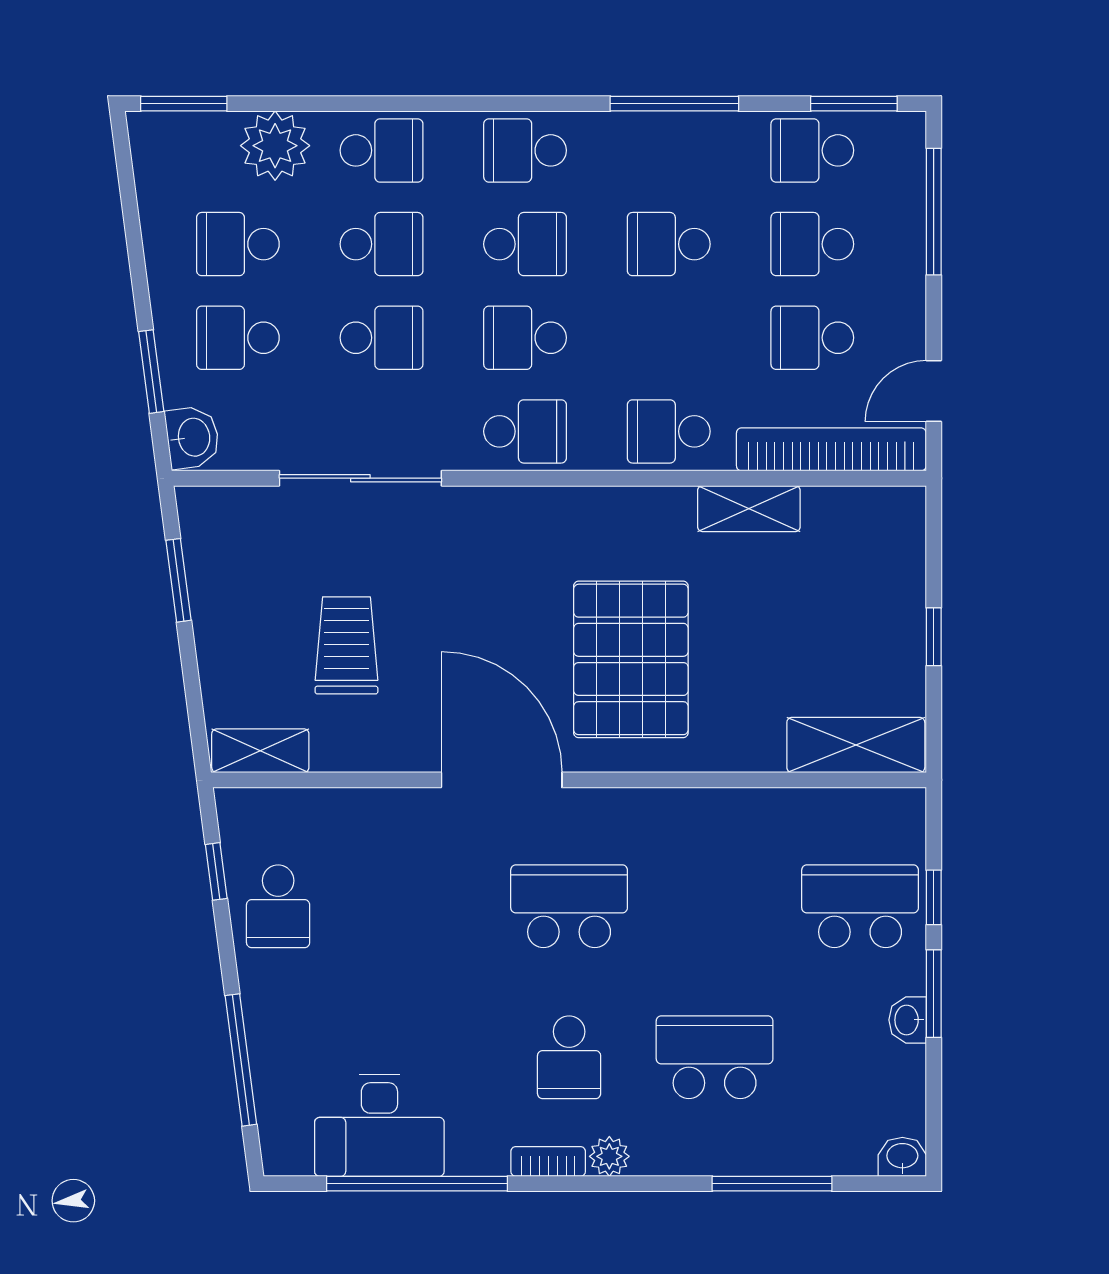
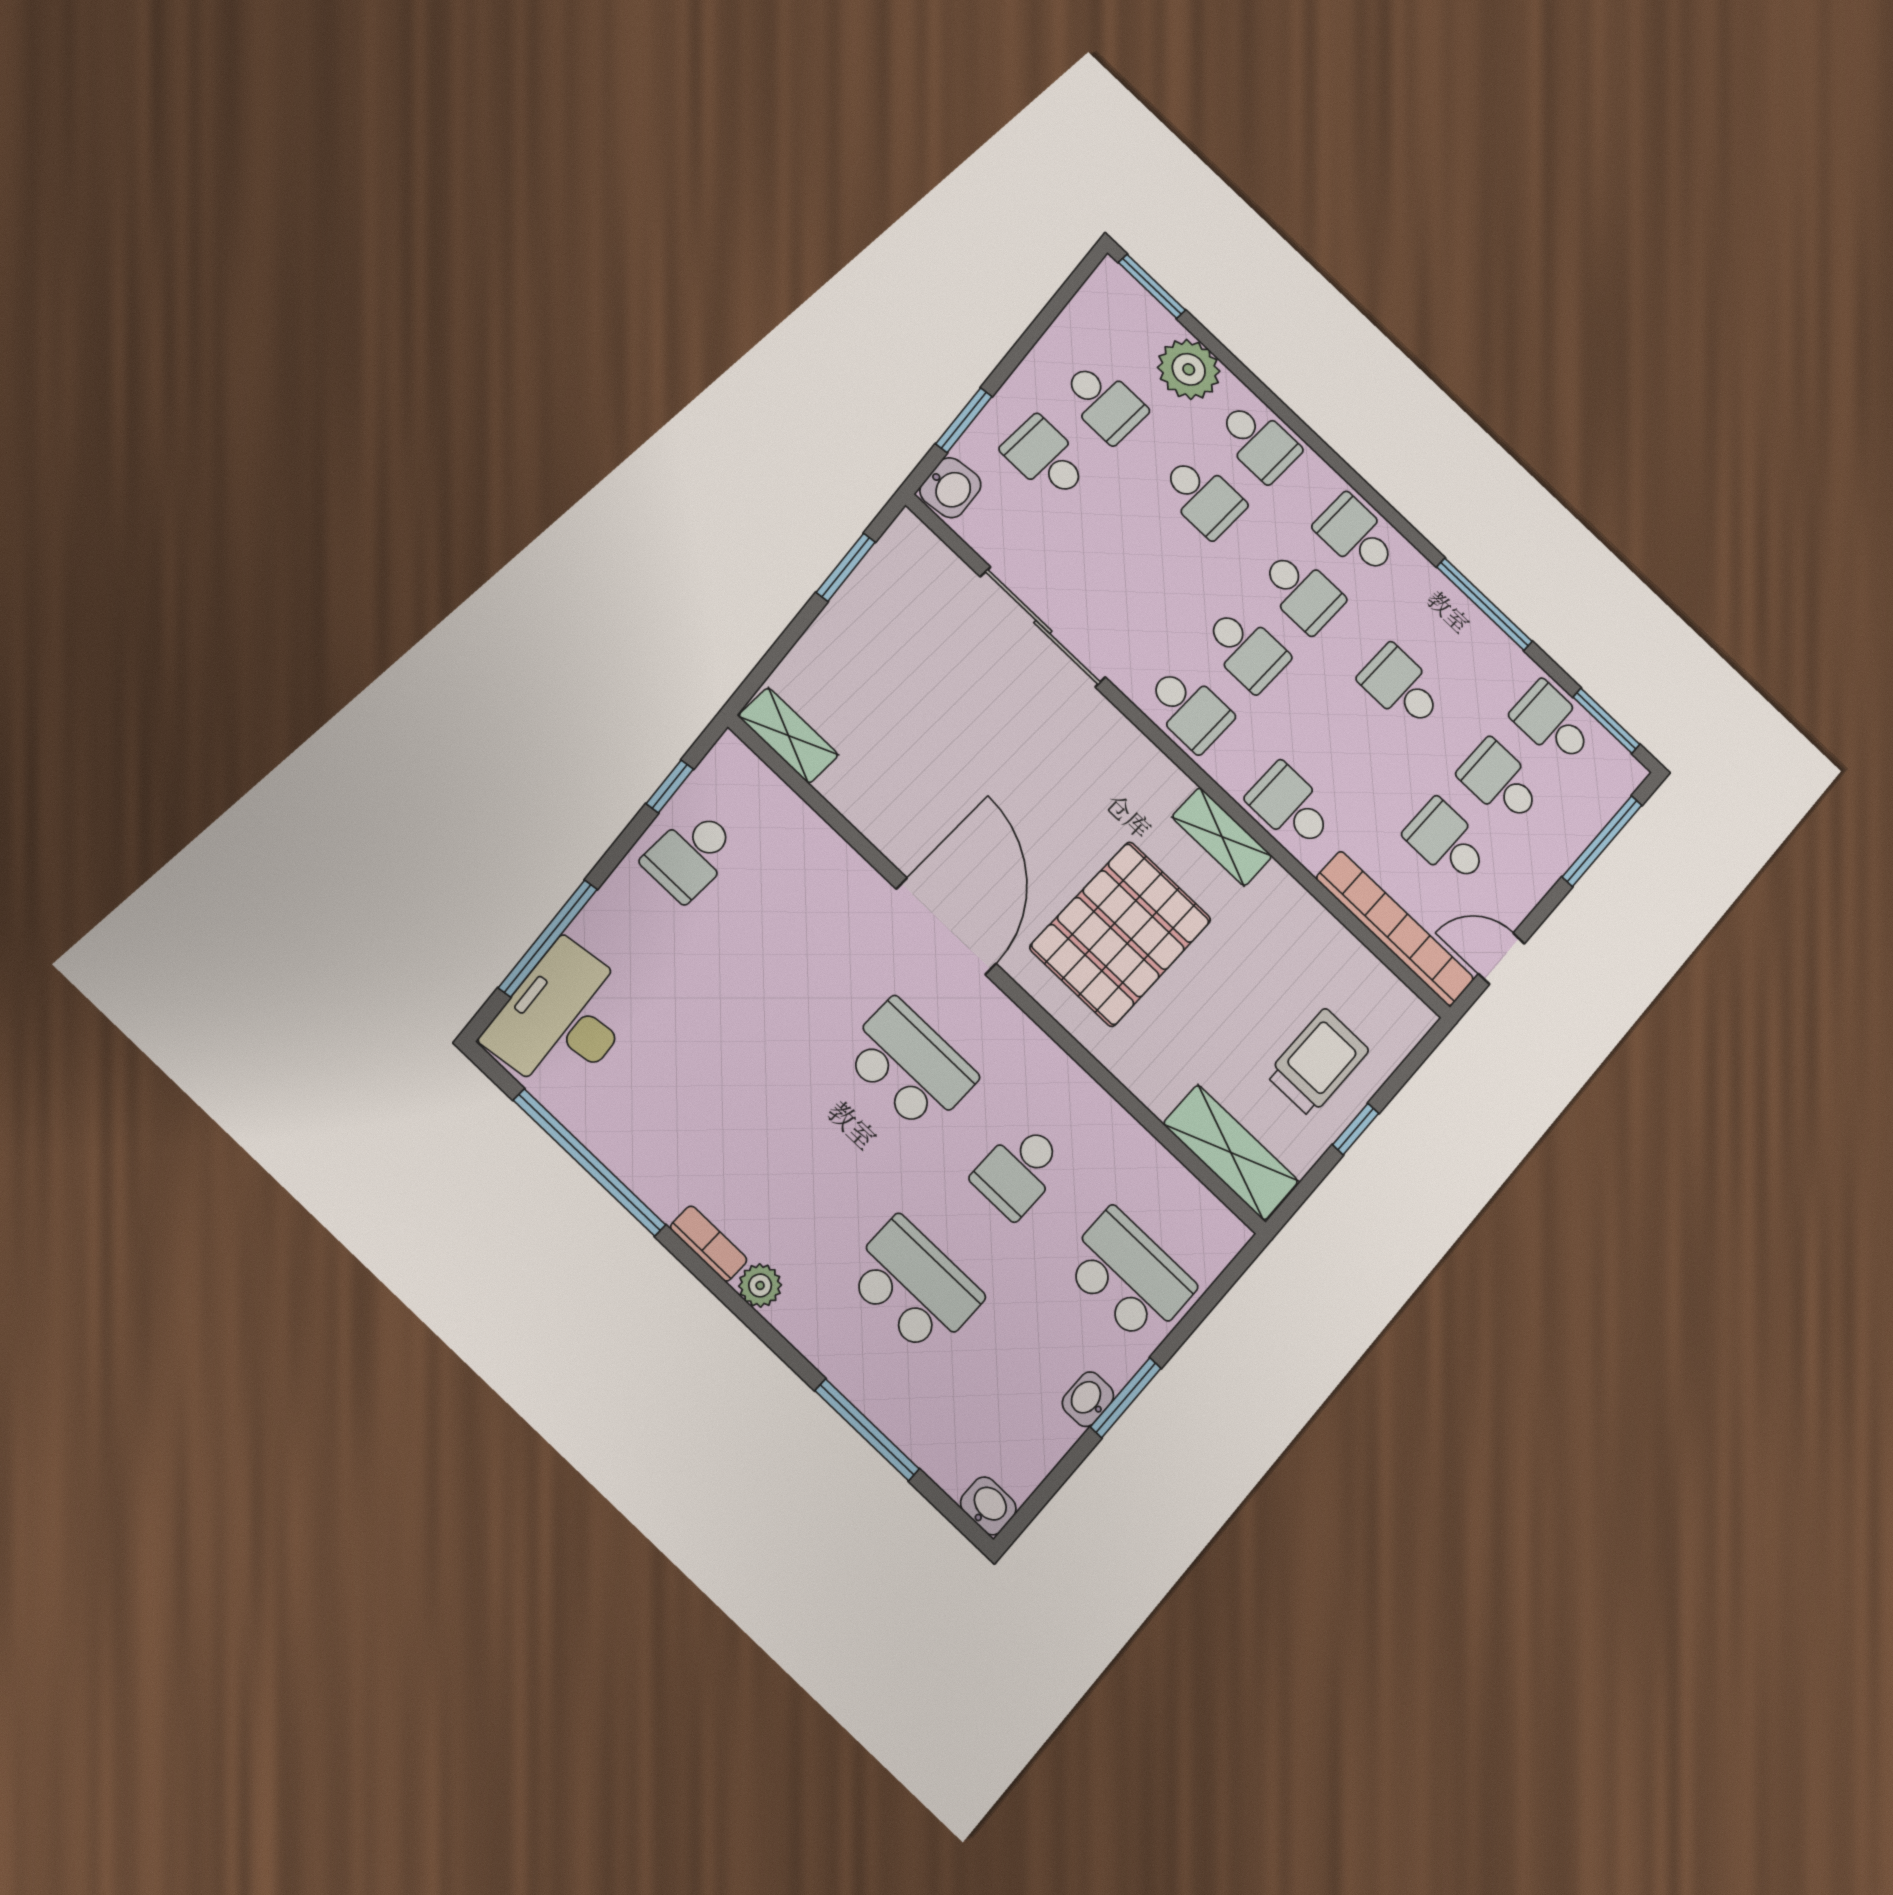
school desk: (238, 244) -> (1104, 402), turned 180
school desk: (381, 338) -> (1146, 554), removed
school desk: (525, 338) -> (1246, 650), turned 180
shelving: (749, 509) -> (1222, 837), moved
trolley: (346, 645) -> (1318, 1062), moved
window: (934, 897) -> (1190, 1322), removed
school desk: (569, 1057) -> (1019, 1171), moved
desk: (379, 1125) -> (563, 1019), moved, turned 83

